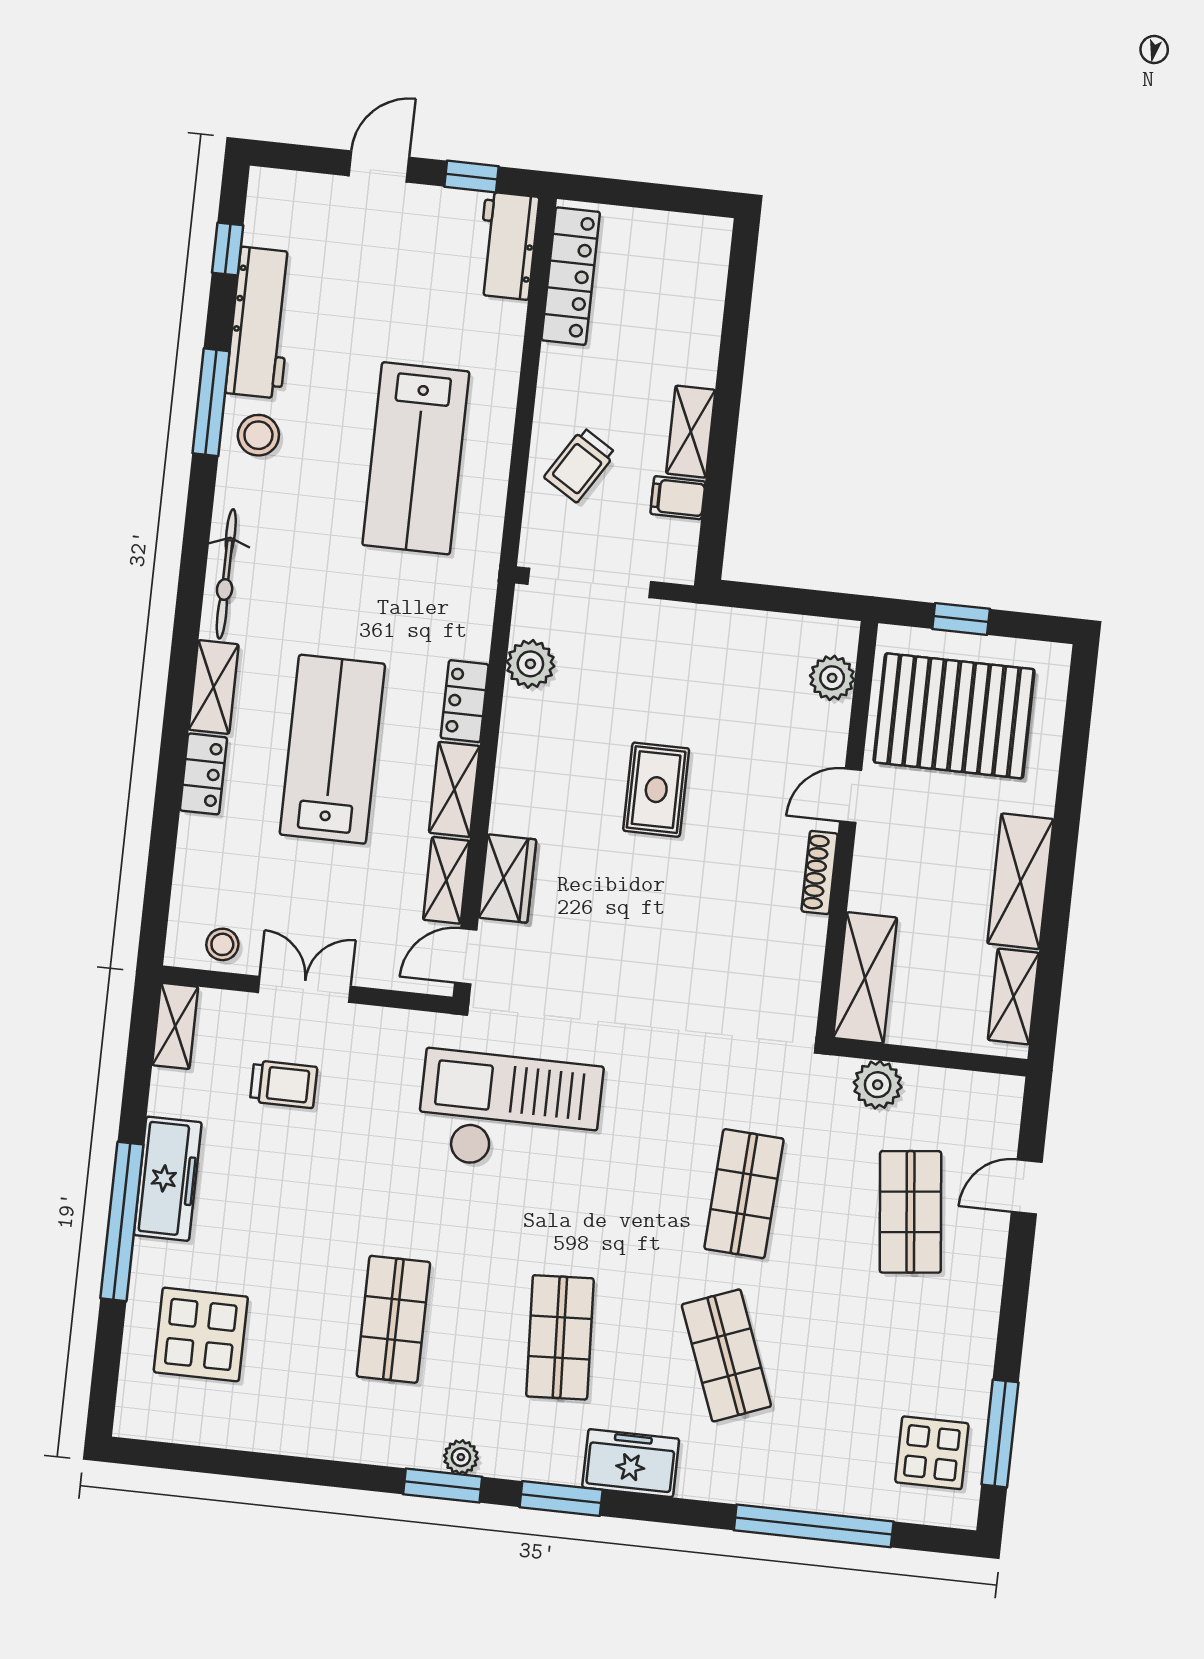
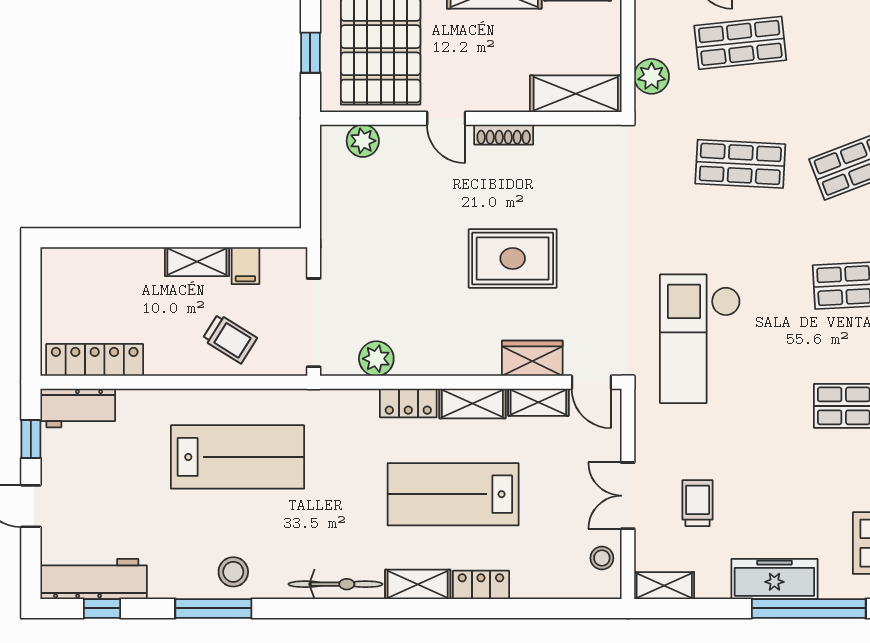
workbench: (261, 323) -> (94, 579), moved
rug: (656, 790) -> (513, 258), moved, width x1.36, depth x1.43

